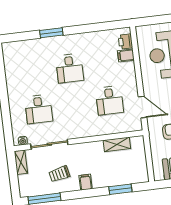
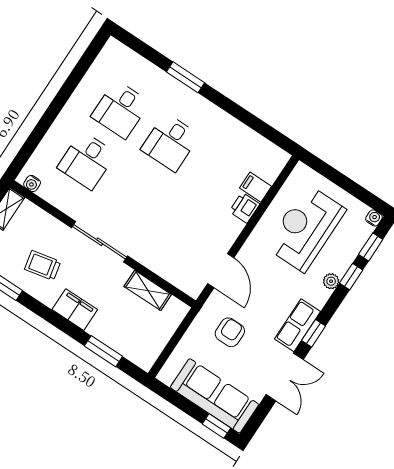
printer: (125, 42) -> (245, 208), moved
desk: (110, 100) -> (120, 109), moved
sliding door: (49, 144) -> (100, 242), moved
filing cabinet: (86, 182) -> (75, 310), width x2.00

